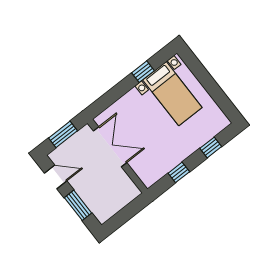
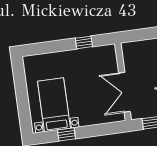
window: (211, 147) -> (49, 47), removed

